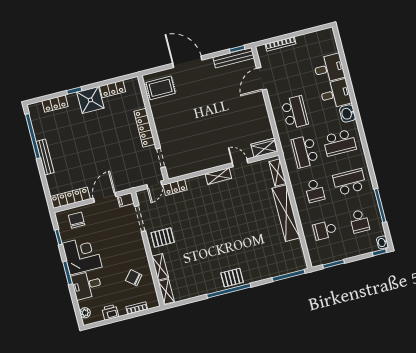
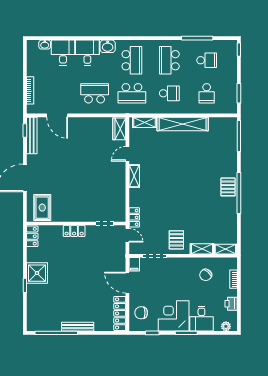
locker: (113, 89) -> (32, 236), moved
locker: (55, 104) -> (32, 306), removed
locker: (145, 128) -> (74, 231), width x0.66
washbasin: (382, 242) -> (45, 45), moved

